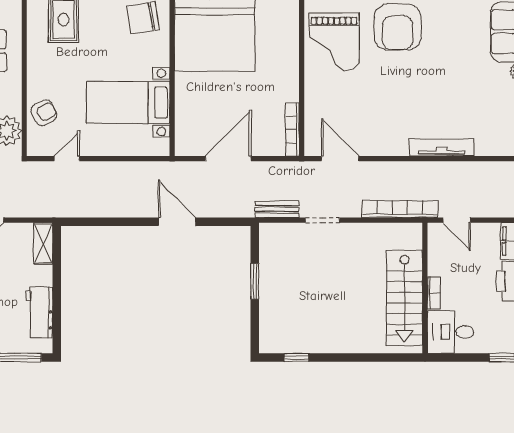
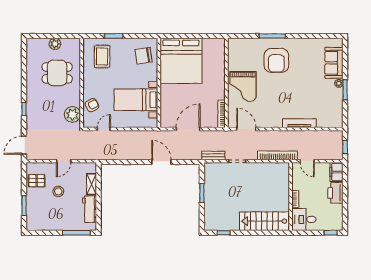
grand piano: (334, 42) -> (243, 86), moved
shelving: (43, 243) -> (92, 184), moved
stairs: (404, 298) -> (264, 221), moved, turned 90

